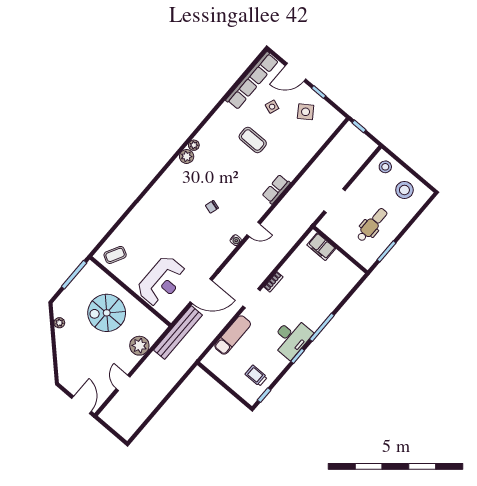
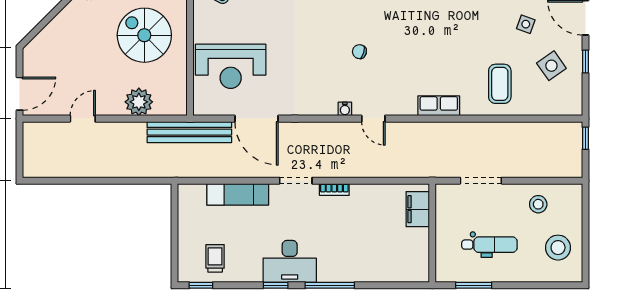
coffee table: (253, 140) -> (500, 84), moved
stool: (385, 167) -> (538, 204), moved

